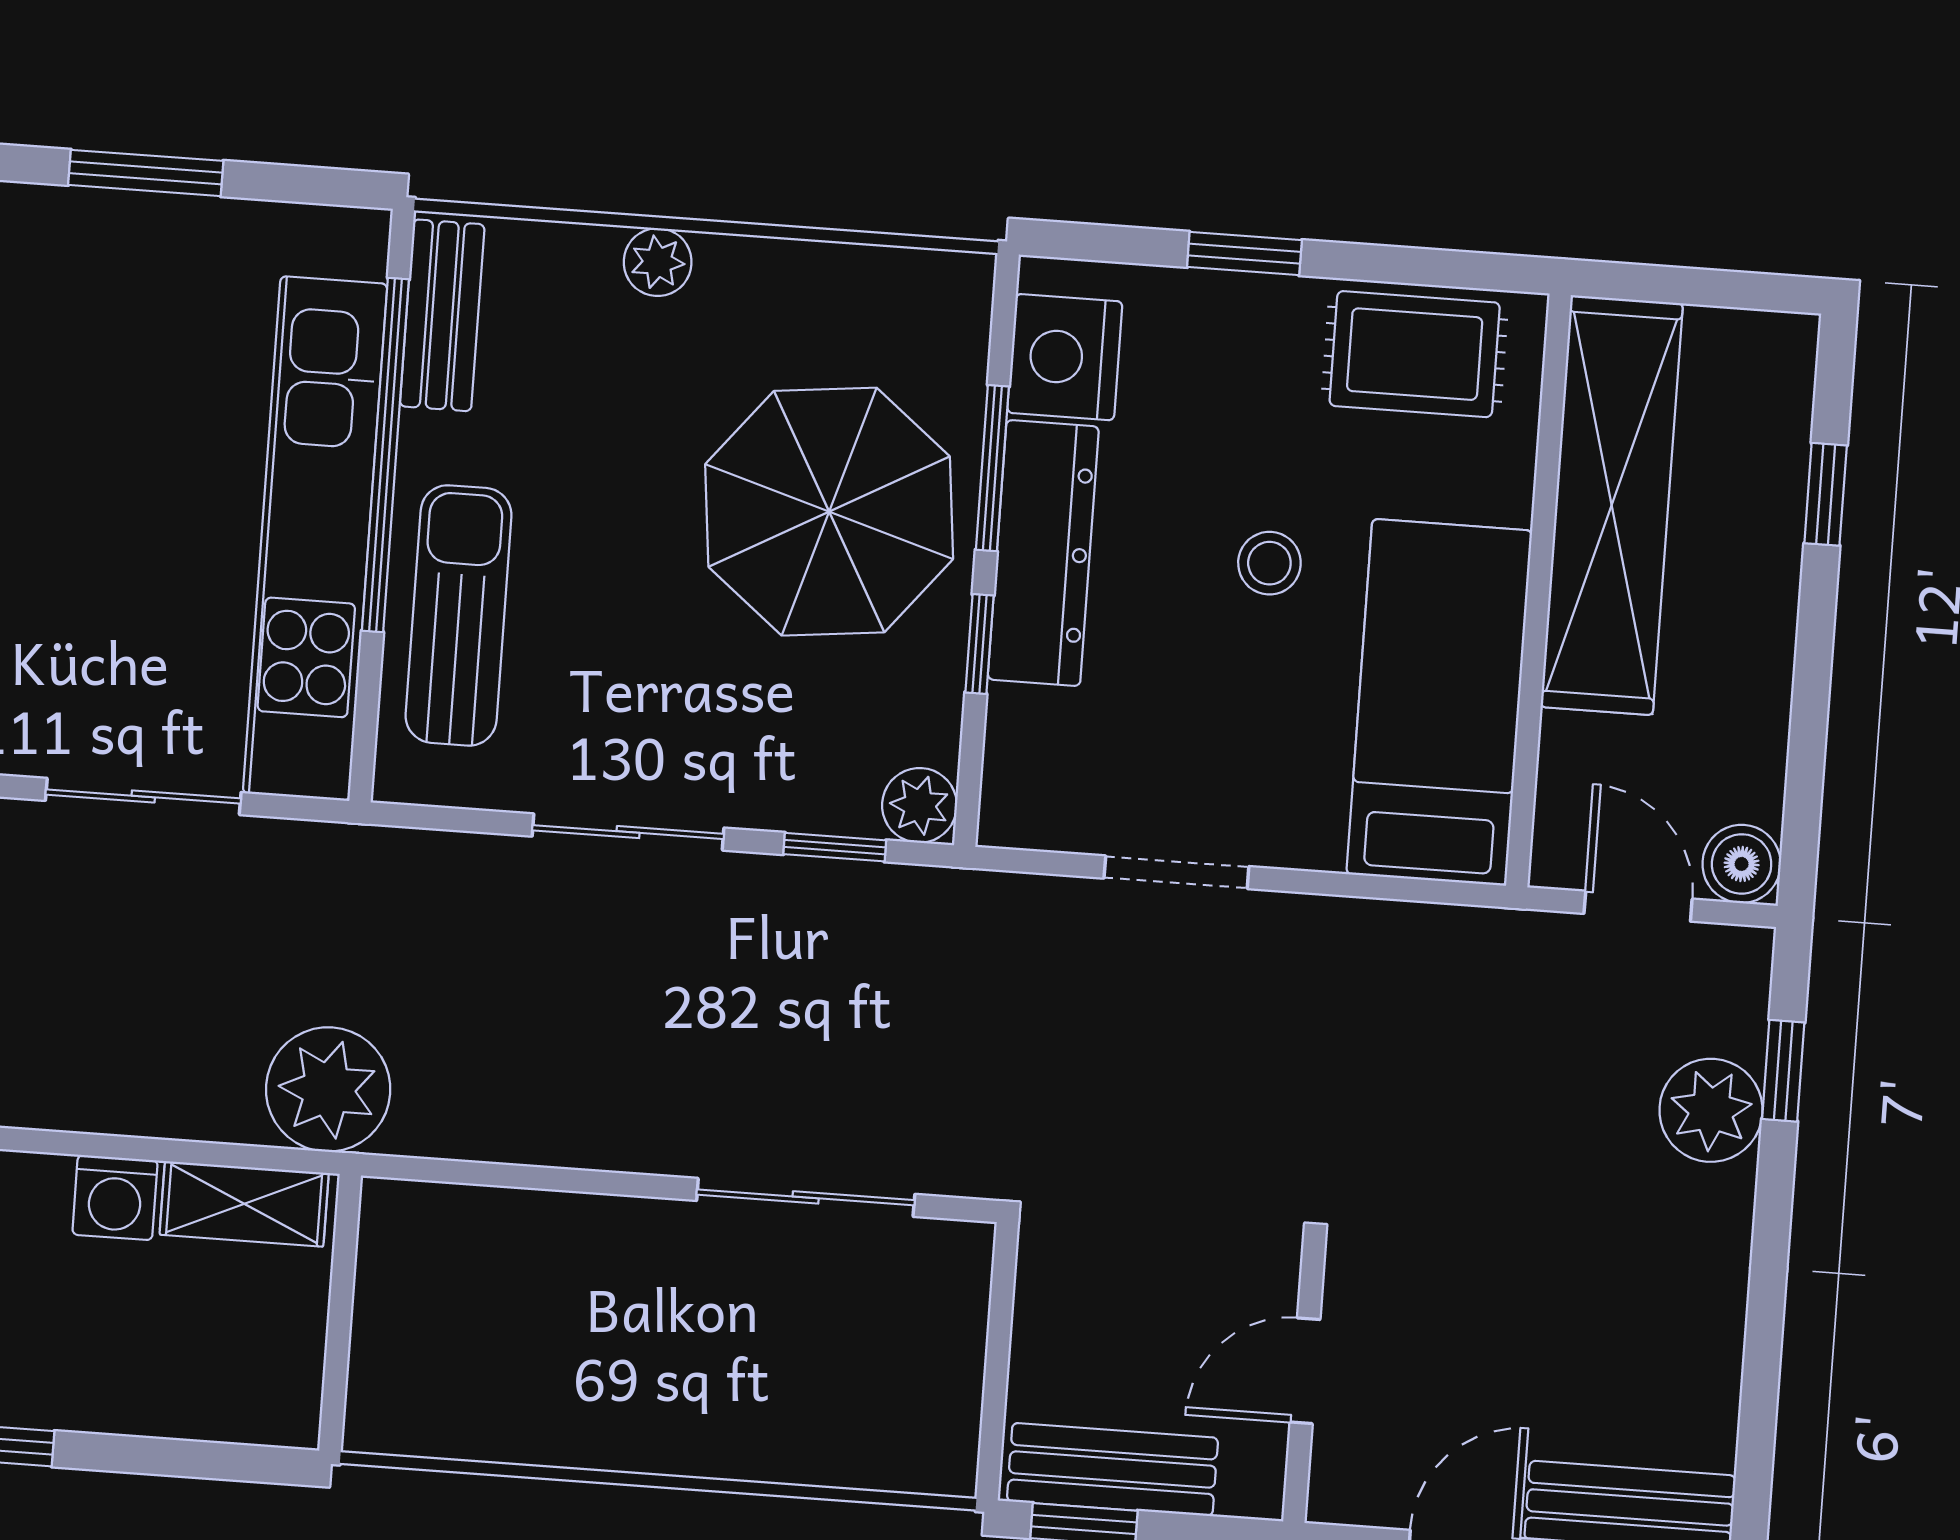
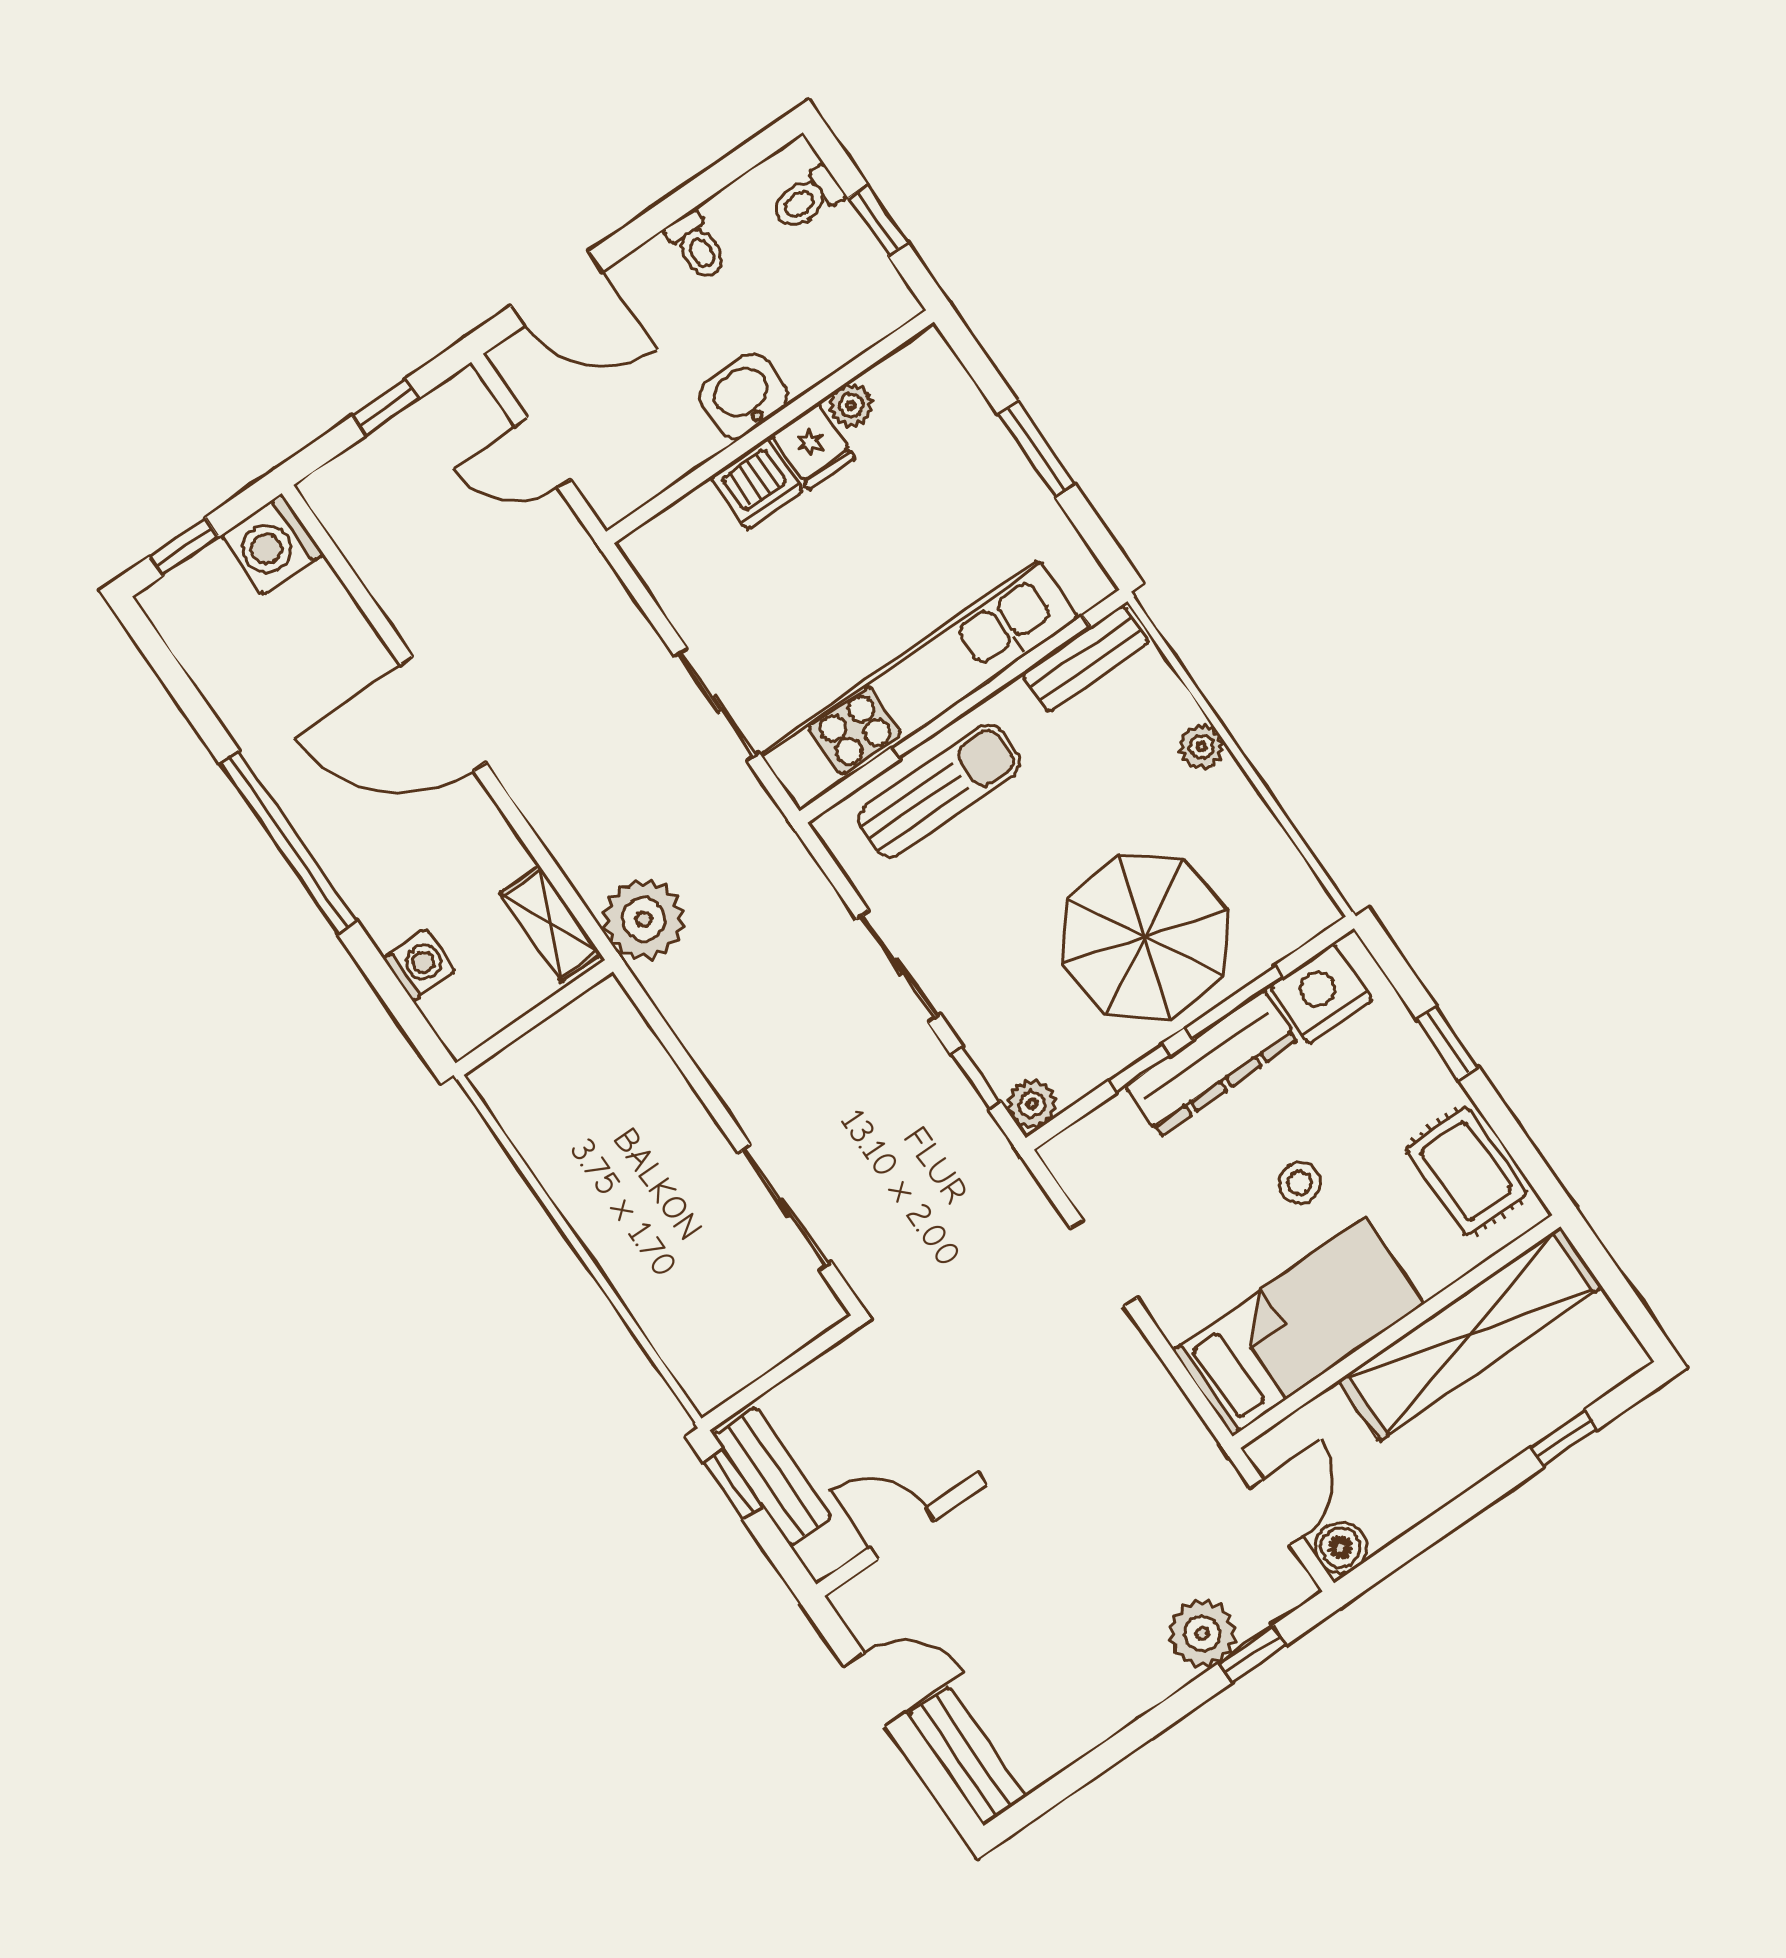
washing machine: (115, 1198) -> (419, 965), moved, turned 180

